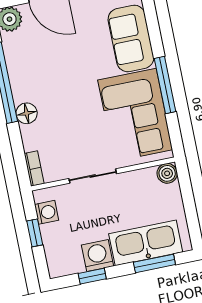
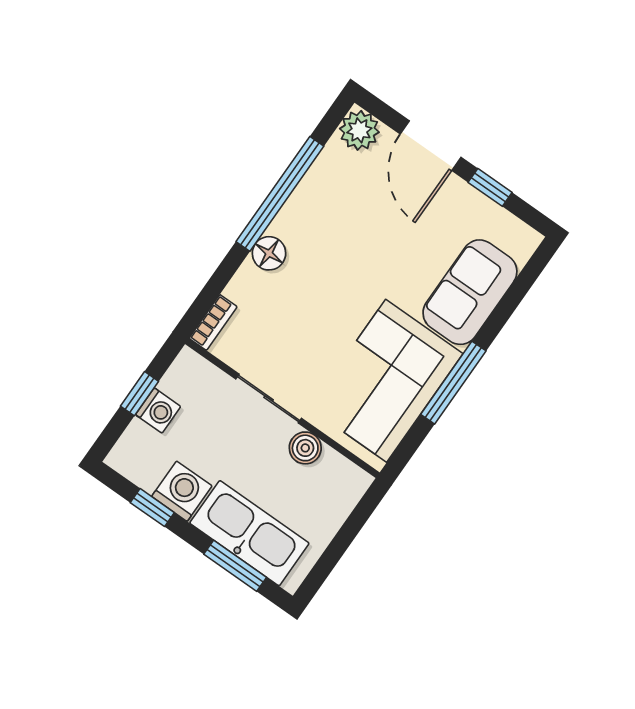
boiler: (167, 173) -> (305, 448), moved
washing machine: (47, 212) -> (158, 411), moved

